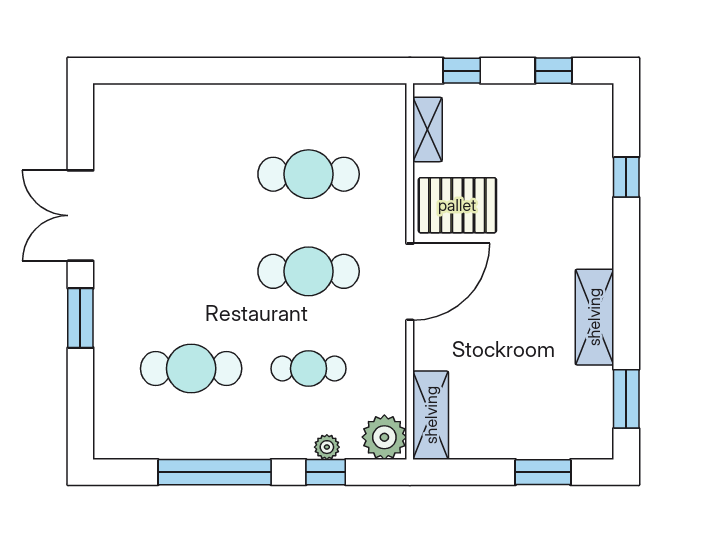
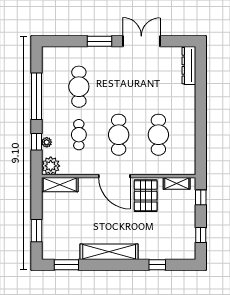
dresser: (140, 100) -> (189, 66), added
shelving: (594, 317) -> (109, 252), width x1.47

